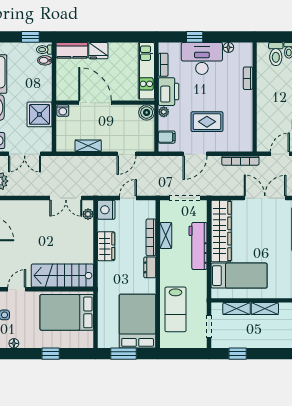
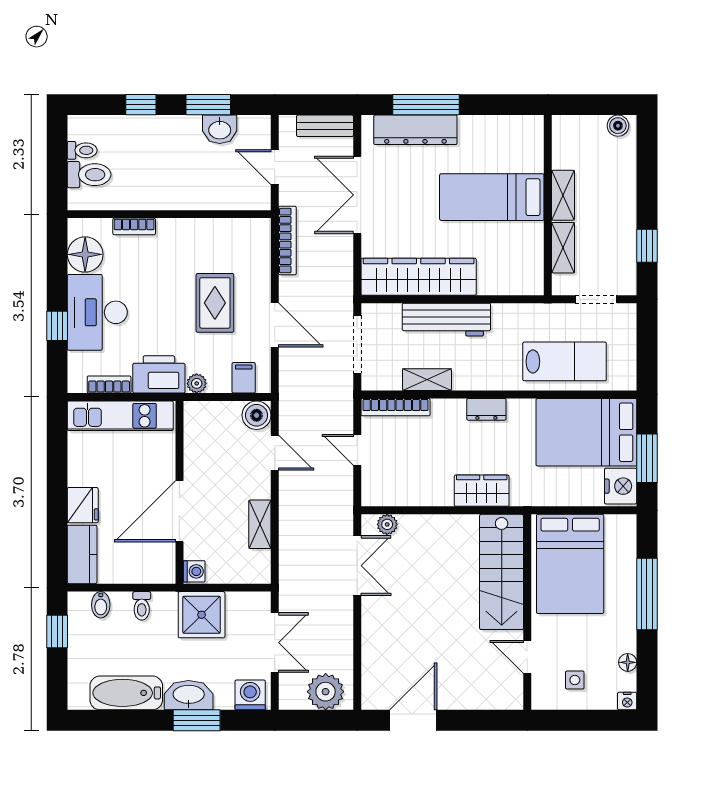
floor lamp: (228, 47) -> (85, 254), width x1.89, depth x1.89
toilet: (44, 50) -> (142, 606), moved
boiler: (147, 112) -> (257, 415), moved
nightstand: (106, 210) -> (621, 486), moved, turned -90
bookcase: (151, 237) -> (395, 407), moved
wardrobe: (106, 246) -> (482, 491), moved
bed: (239, 276) -> (492, 197), moved, turned -90
window: (51, 354) -> (647, 594), width x2.17

